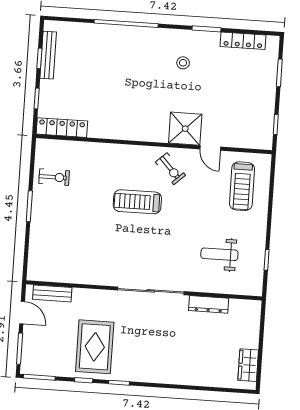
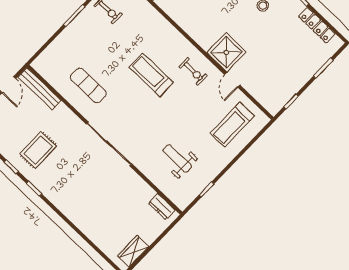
exercise bike: (170, 169) -> (193, 71), turned -47
exercise mat: (91, 256) -> (88, 85), added
bench: (52, 293) -> (40, 89), width x1.36
dresser: (209, 304) -> (162, 207), moved, width x0.70
rug: (95, 347) -> (38, 150), width x0.73, depth x0.70

